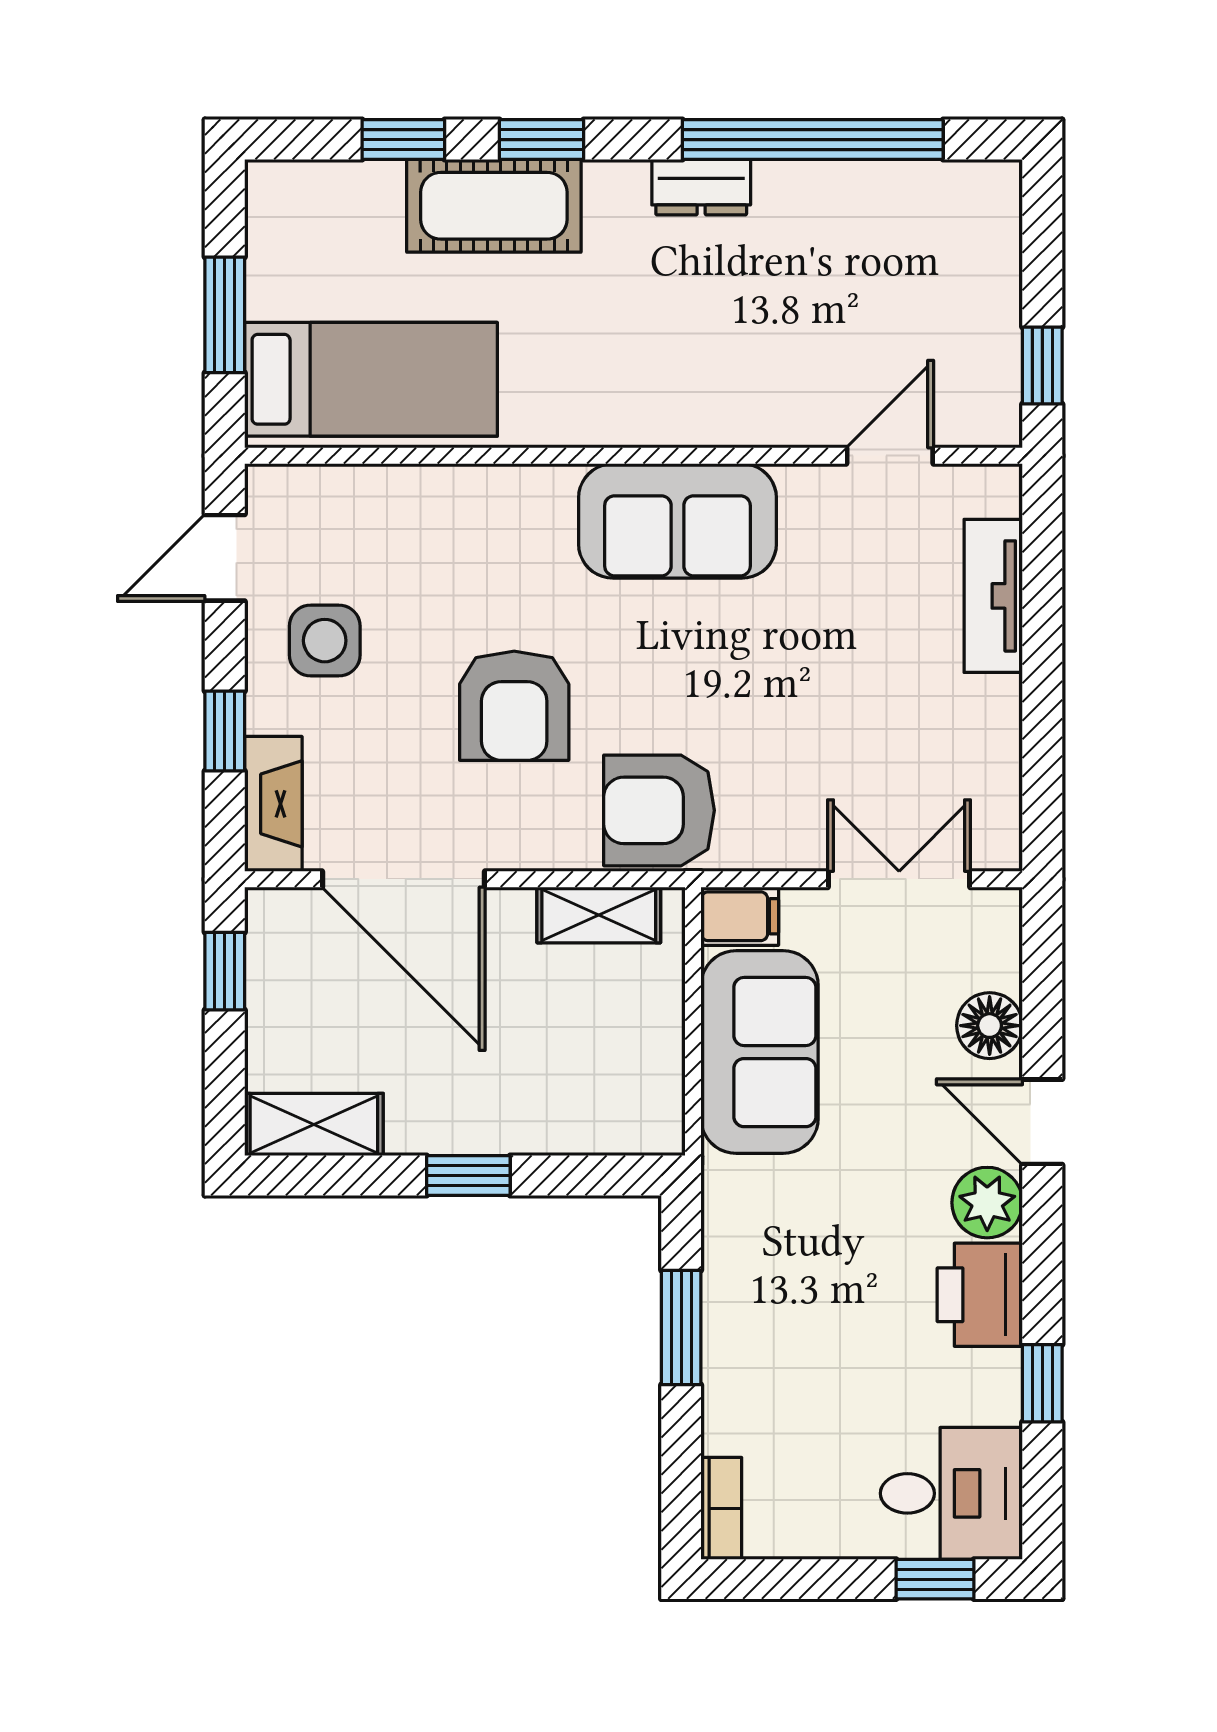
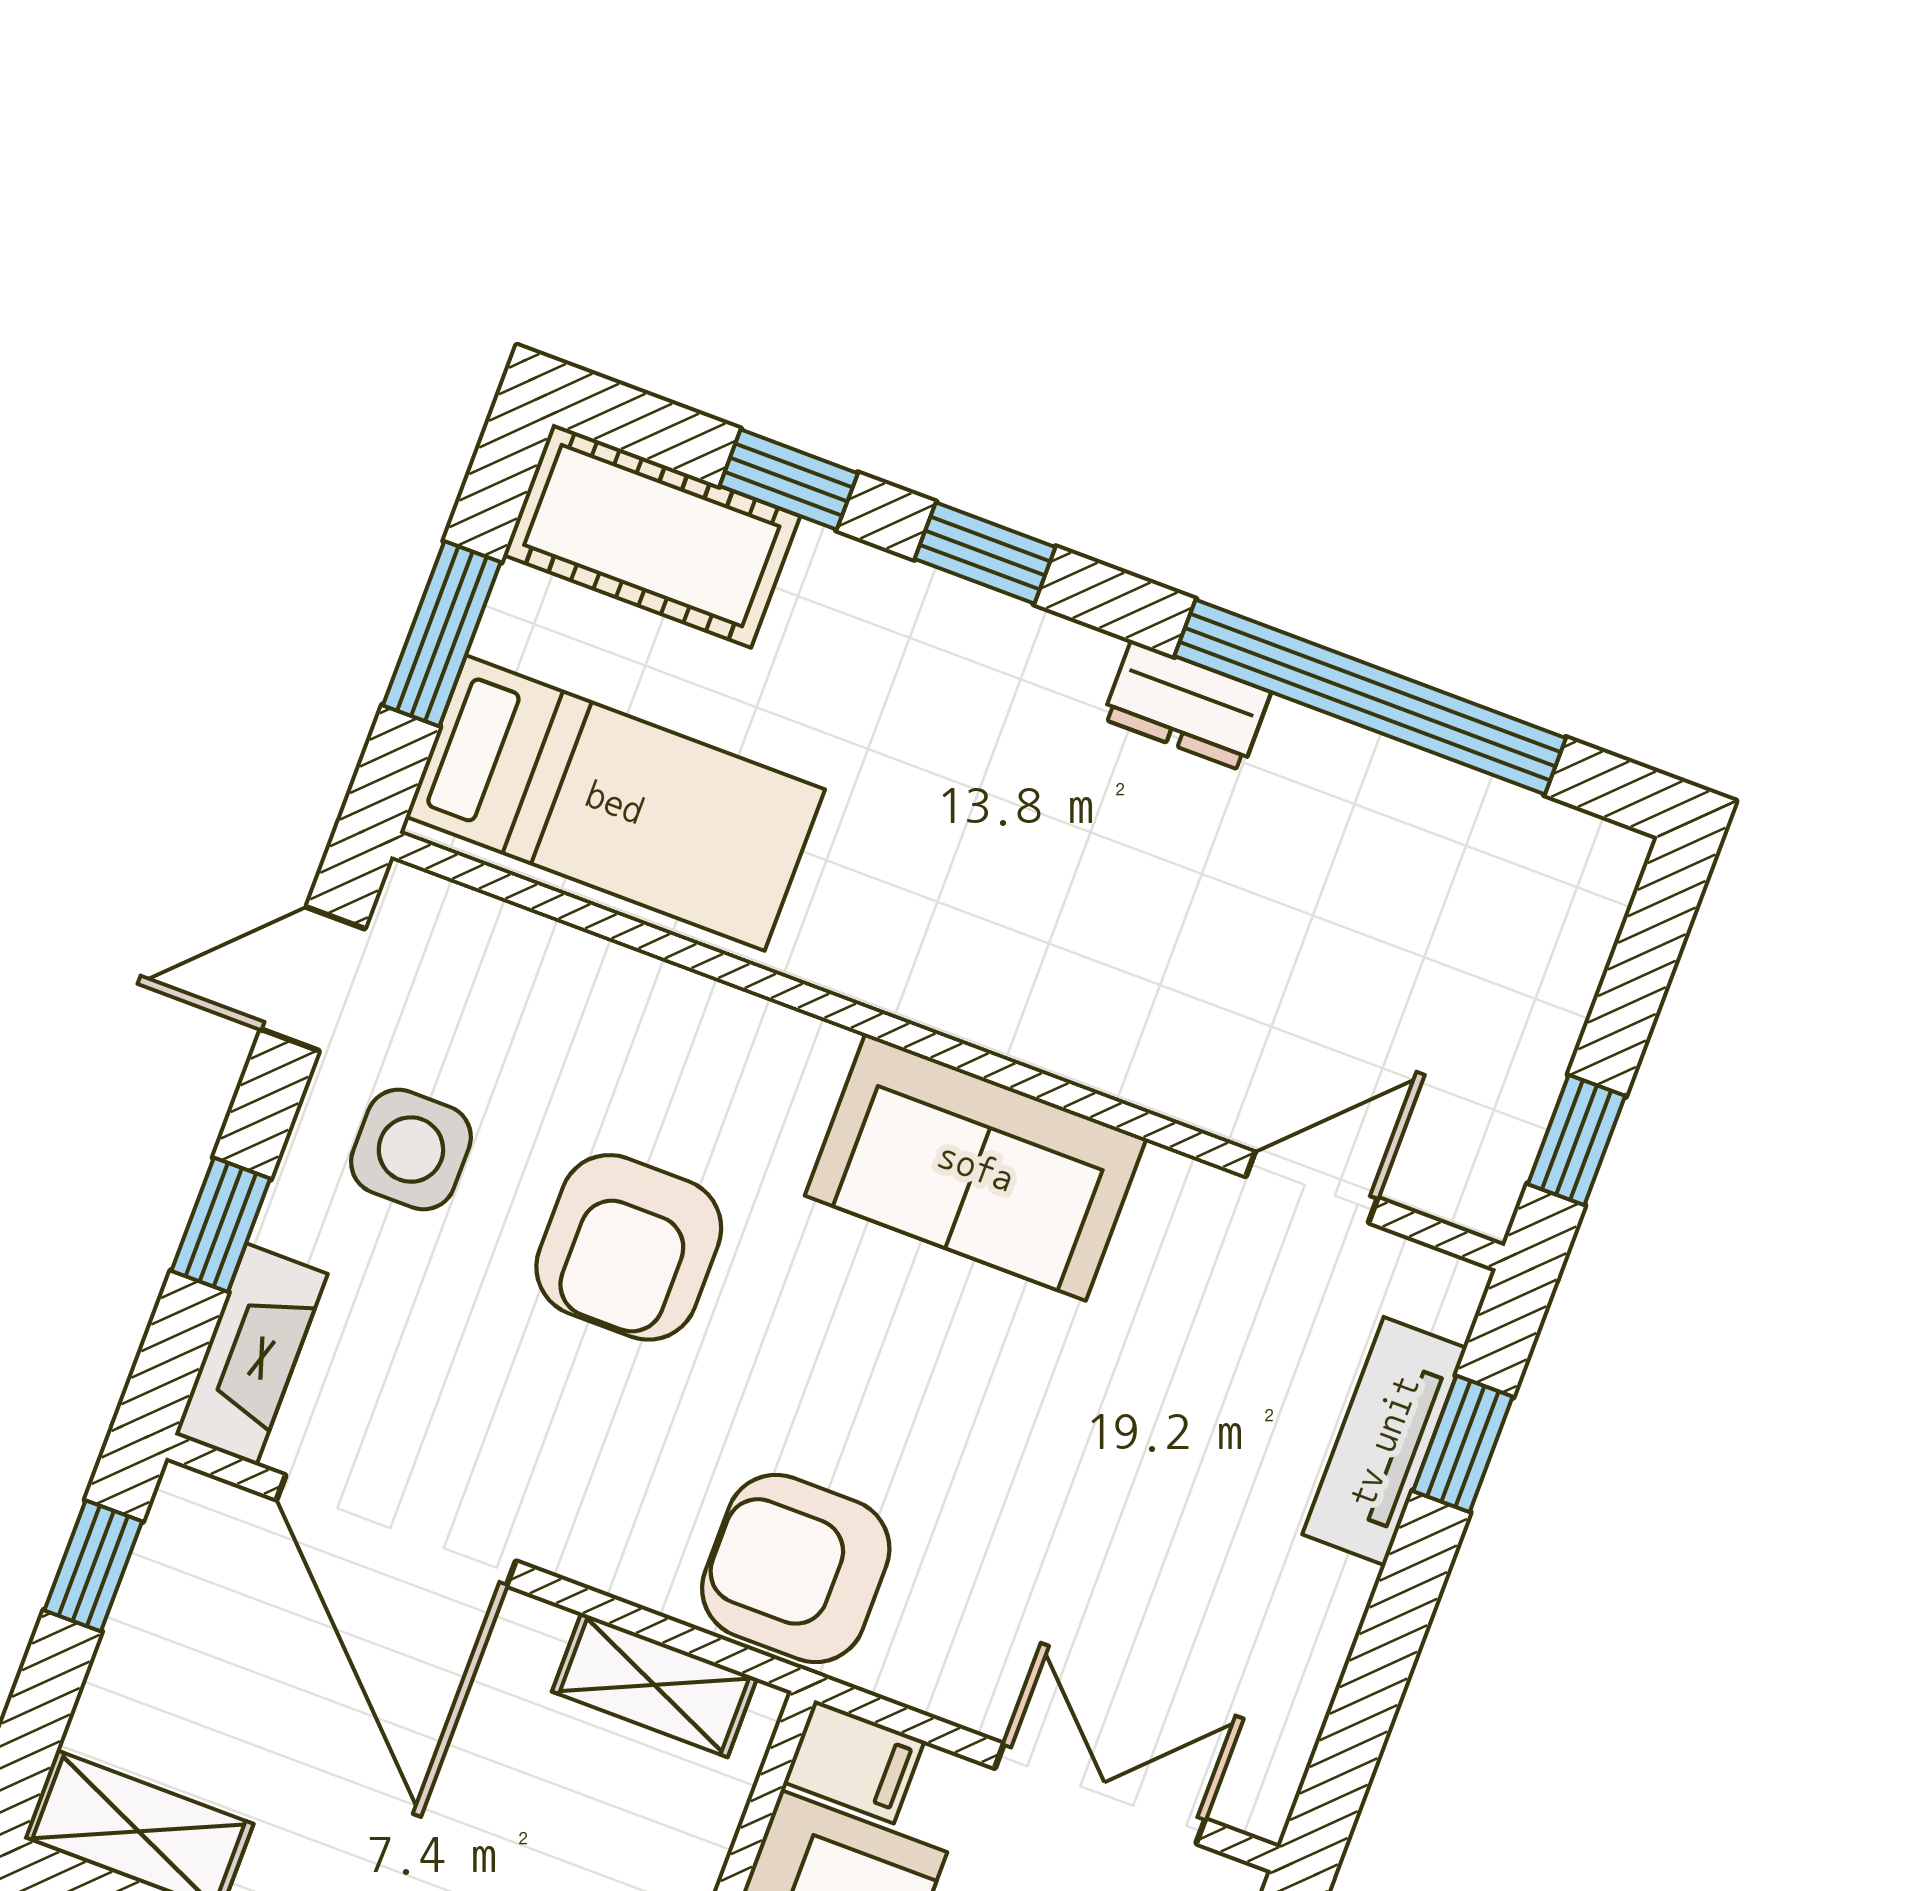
cot: (494, 206) -> (652, 536), moved
window: (1042, 579) -> (1463, 1444), added
armchair: (514, 706) -> (629, 1247), moved

